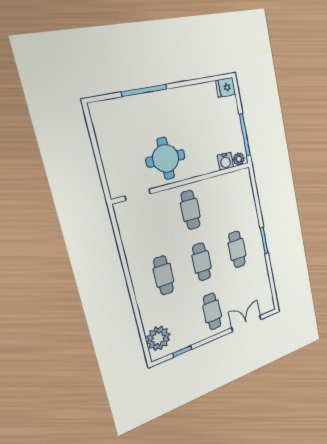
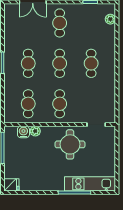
kitchen unit: (126, 107) -> (90, 184), added
plant: (239, 159) -> (35, 131), moved
cafe table: (227, 199) -> (28, 104), added
plant: (158, 338) -> (110, 19), width x0.53, depth x0.53

